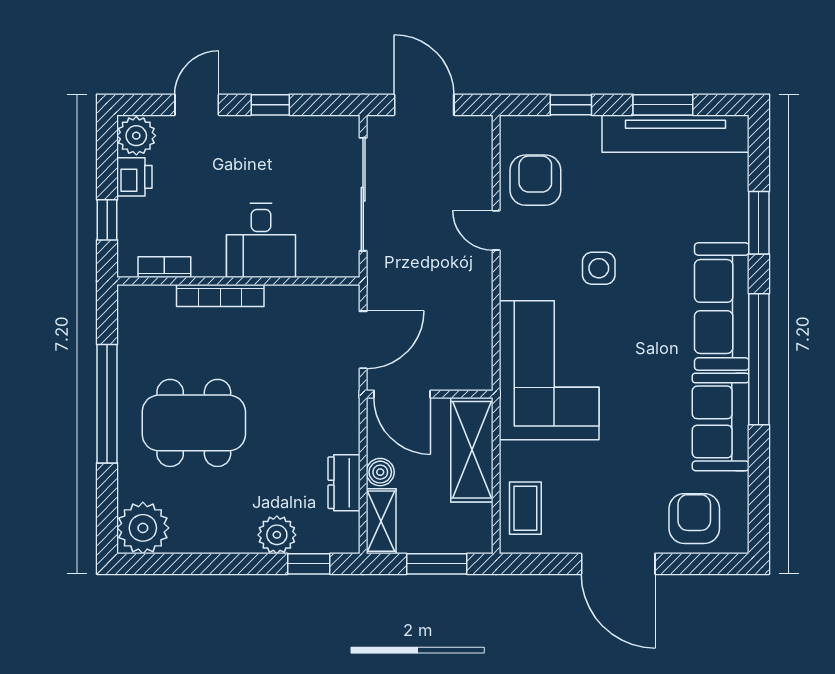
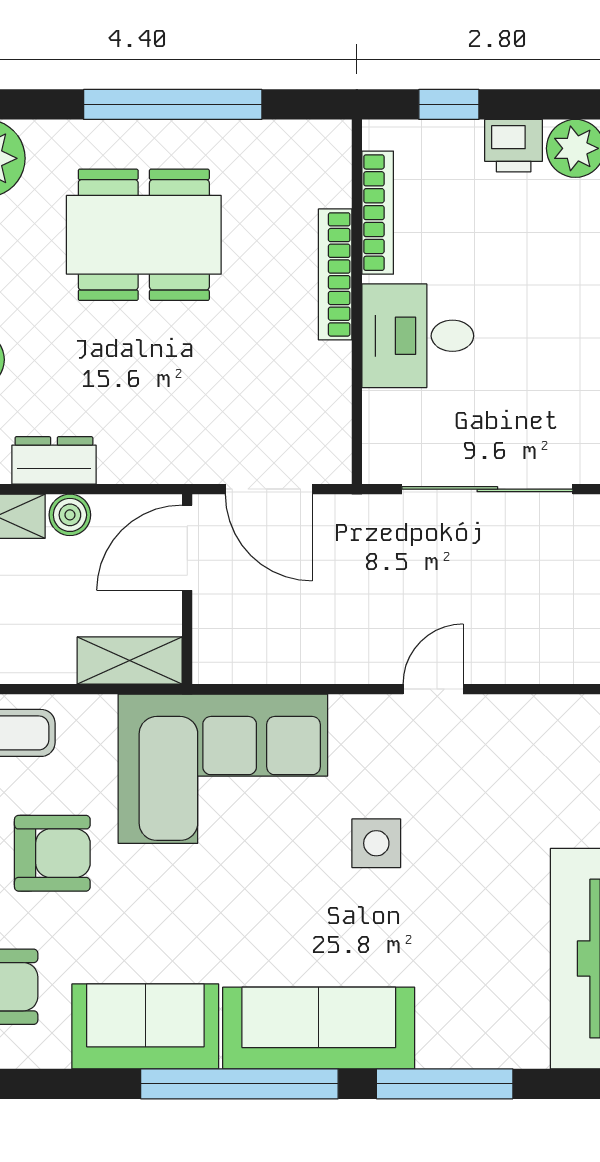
armchair: (535, 180) -> (52, 853), moved
window: (759, 223) -> (445, 1084), width x1.44
bookcase: (164, 267) -> (378, 213), width x1.56
dining table: (194, 423) -> (144, 235), turned 90
shelving: (472, 450) -> (130, 660), width x0.67, depth x0.75

